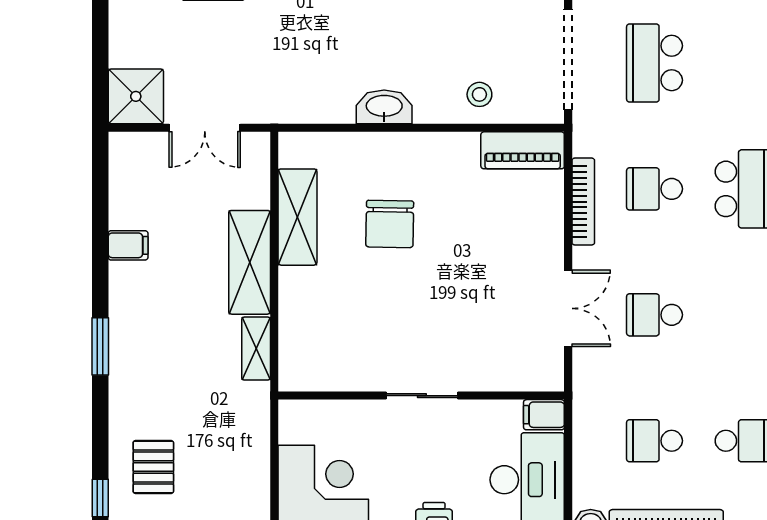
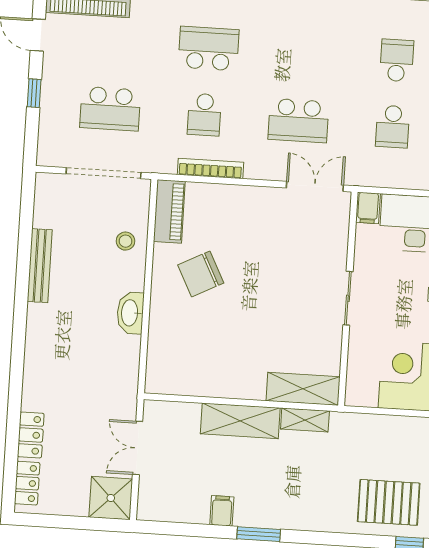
double door: (205, 128) -> (138, 448), swing flipped
shelving: (297, 217) -> (303, 389), moved
chair: (390, 224) -> (201, 274), moved, turned 152
double door: (568, 308) -> (315, 186), moved
school desk: (654, 315) -> (298, 121), width x1.85
window: (100, 346) -> (259, 534), moved
pallet: (153, 467) -> (389, 502), width x1.50, depth x1.42

